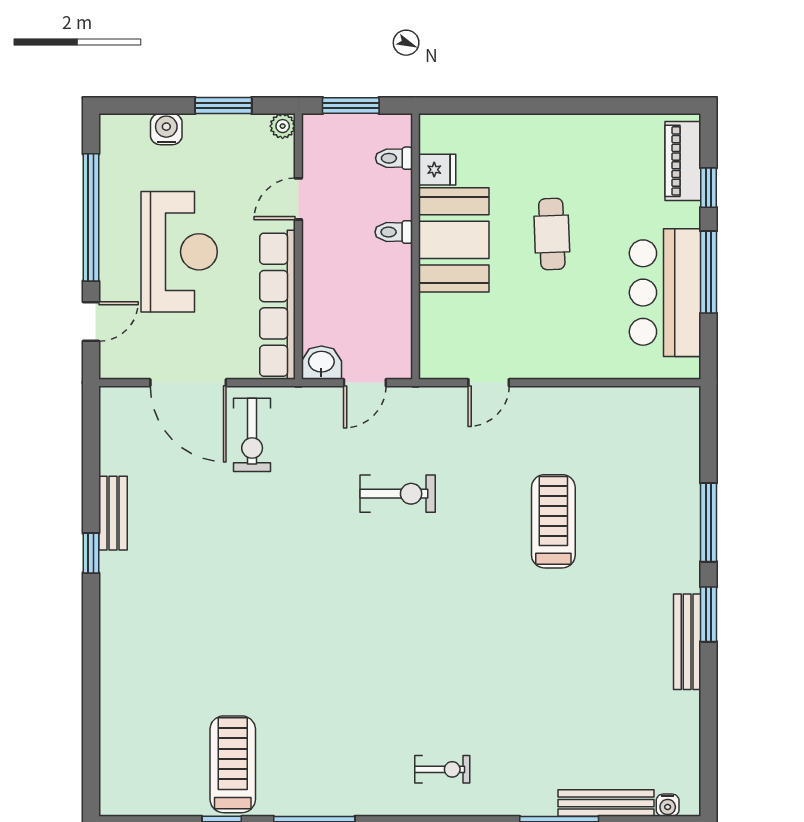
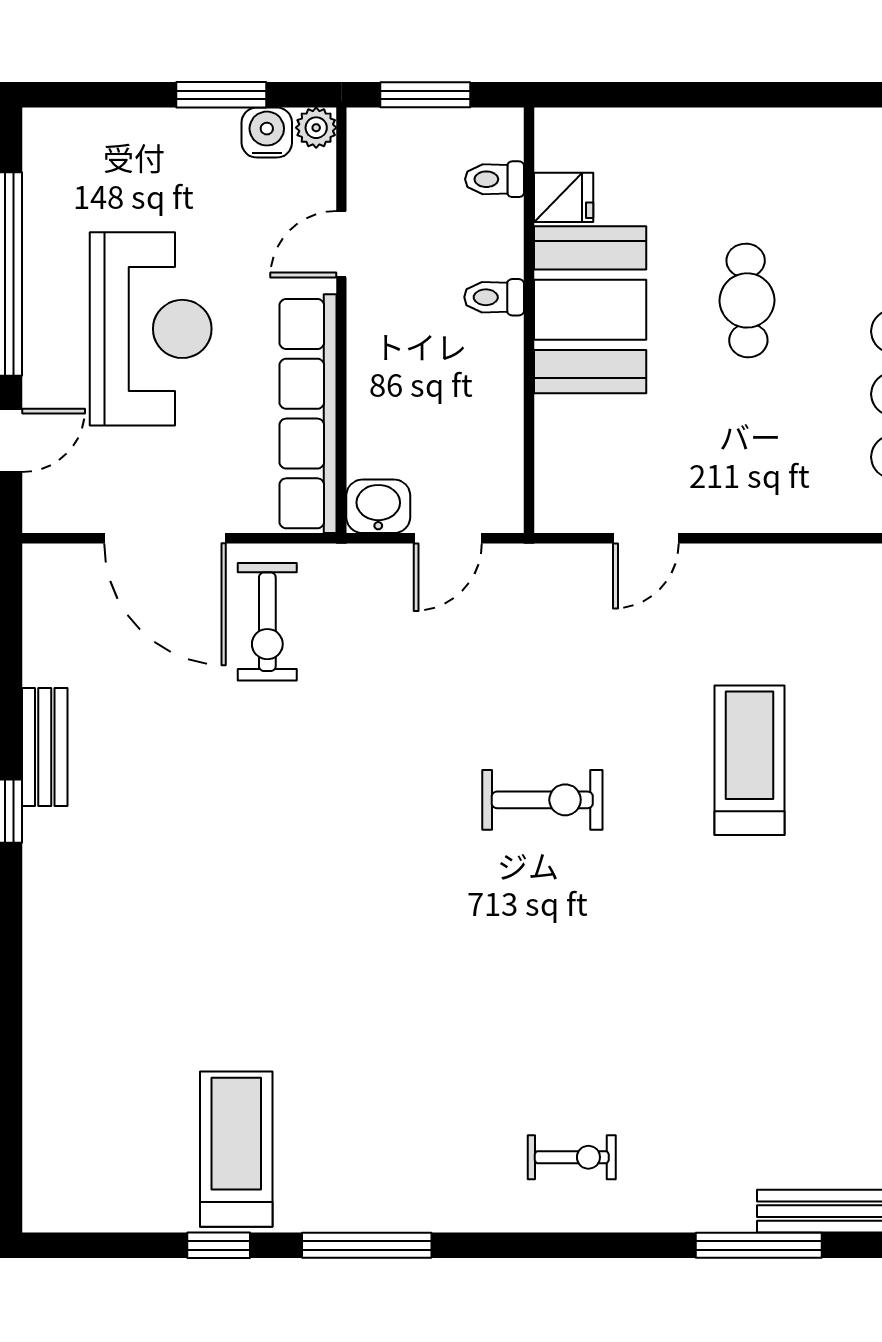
water cooler: (166, 129) -> (267, 133), moved
exercise bike: (398, 494) -> (542, 800), moved

